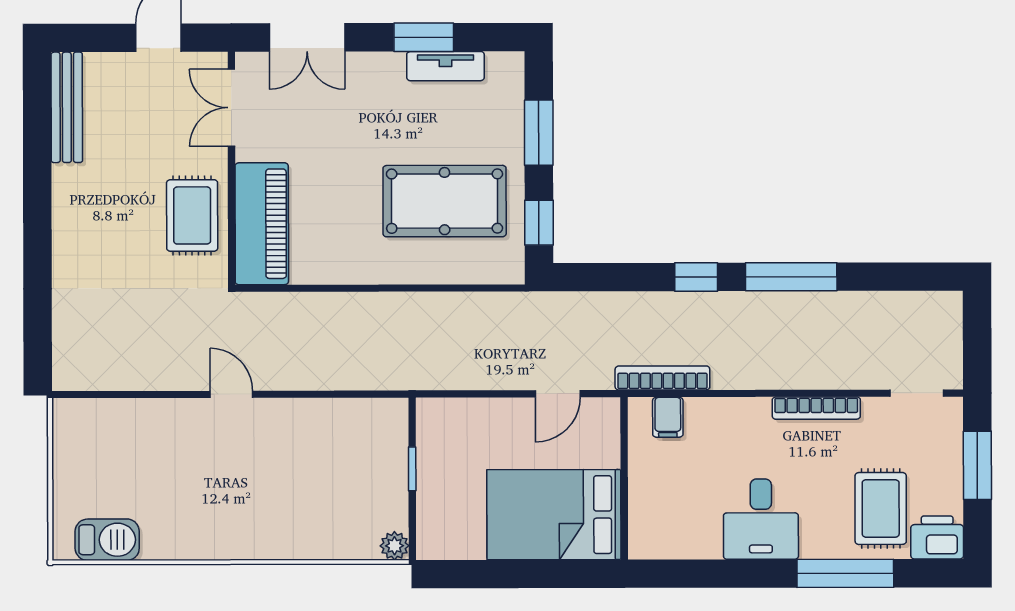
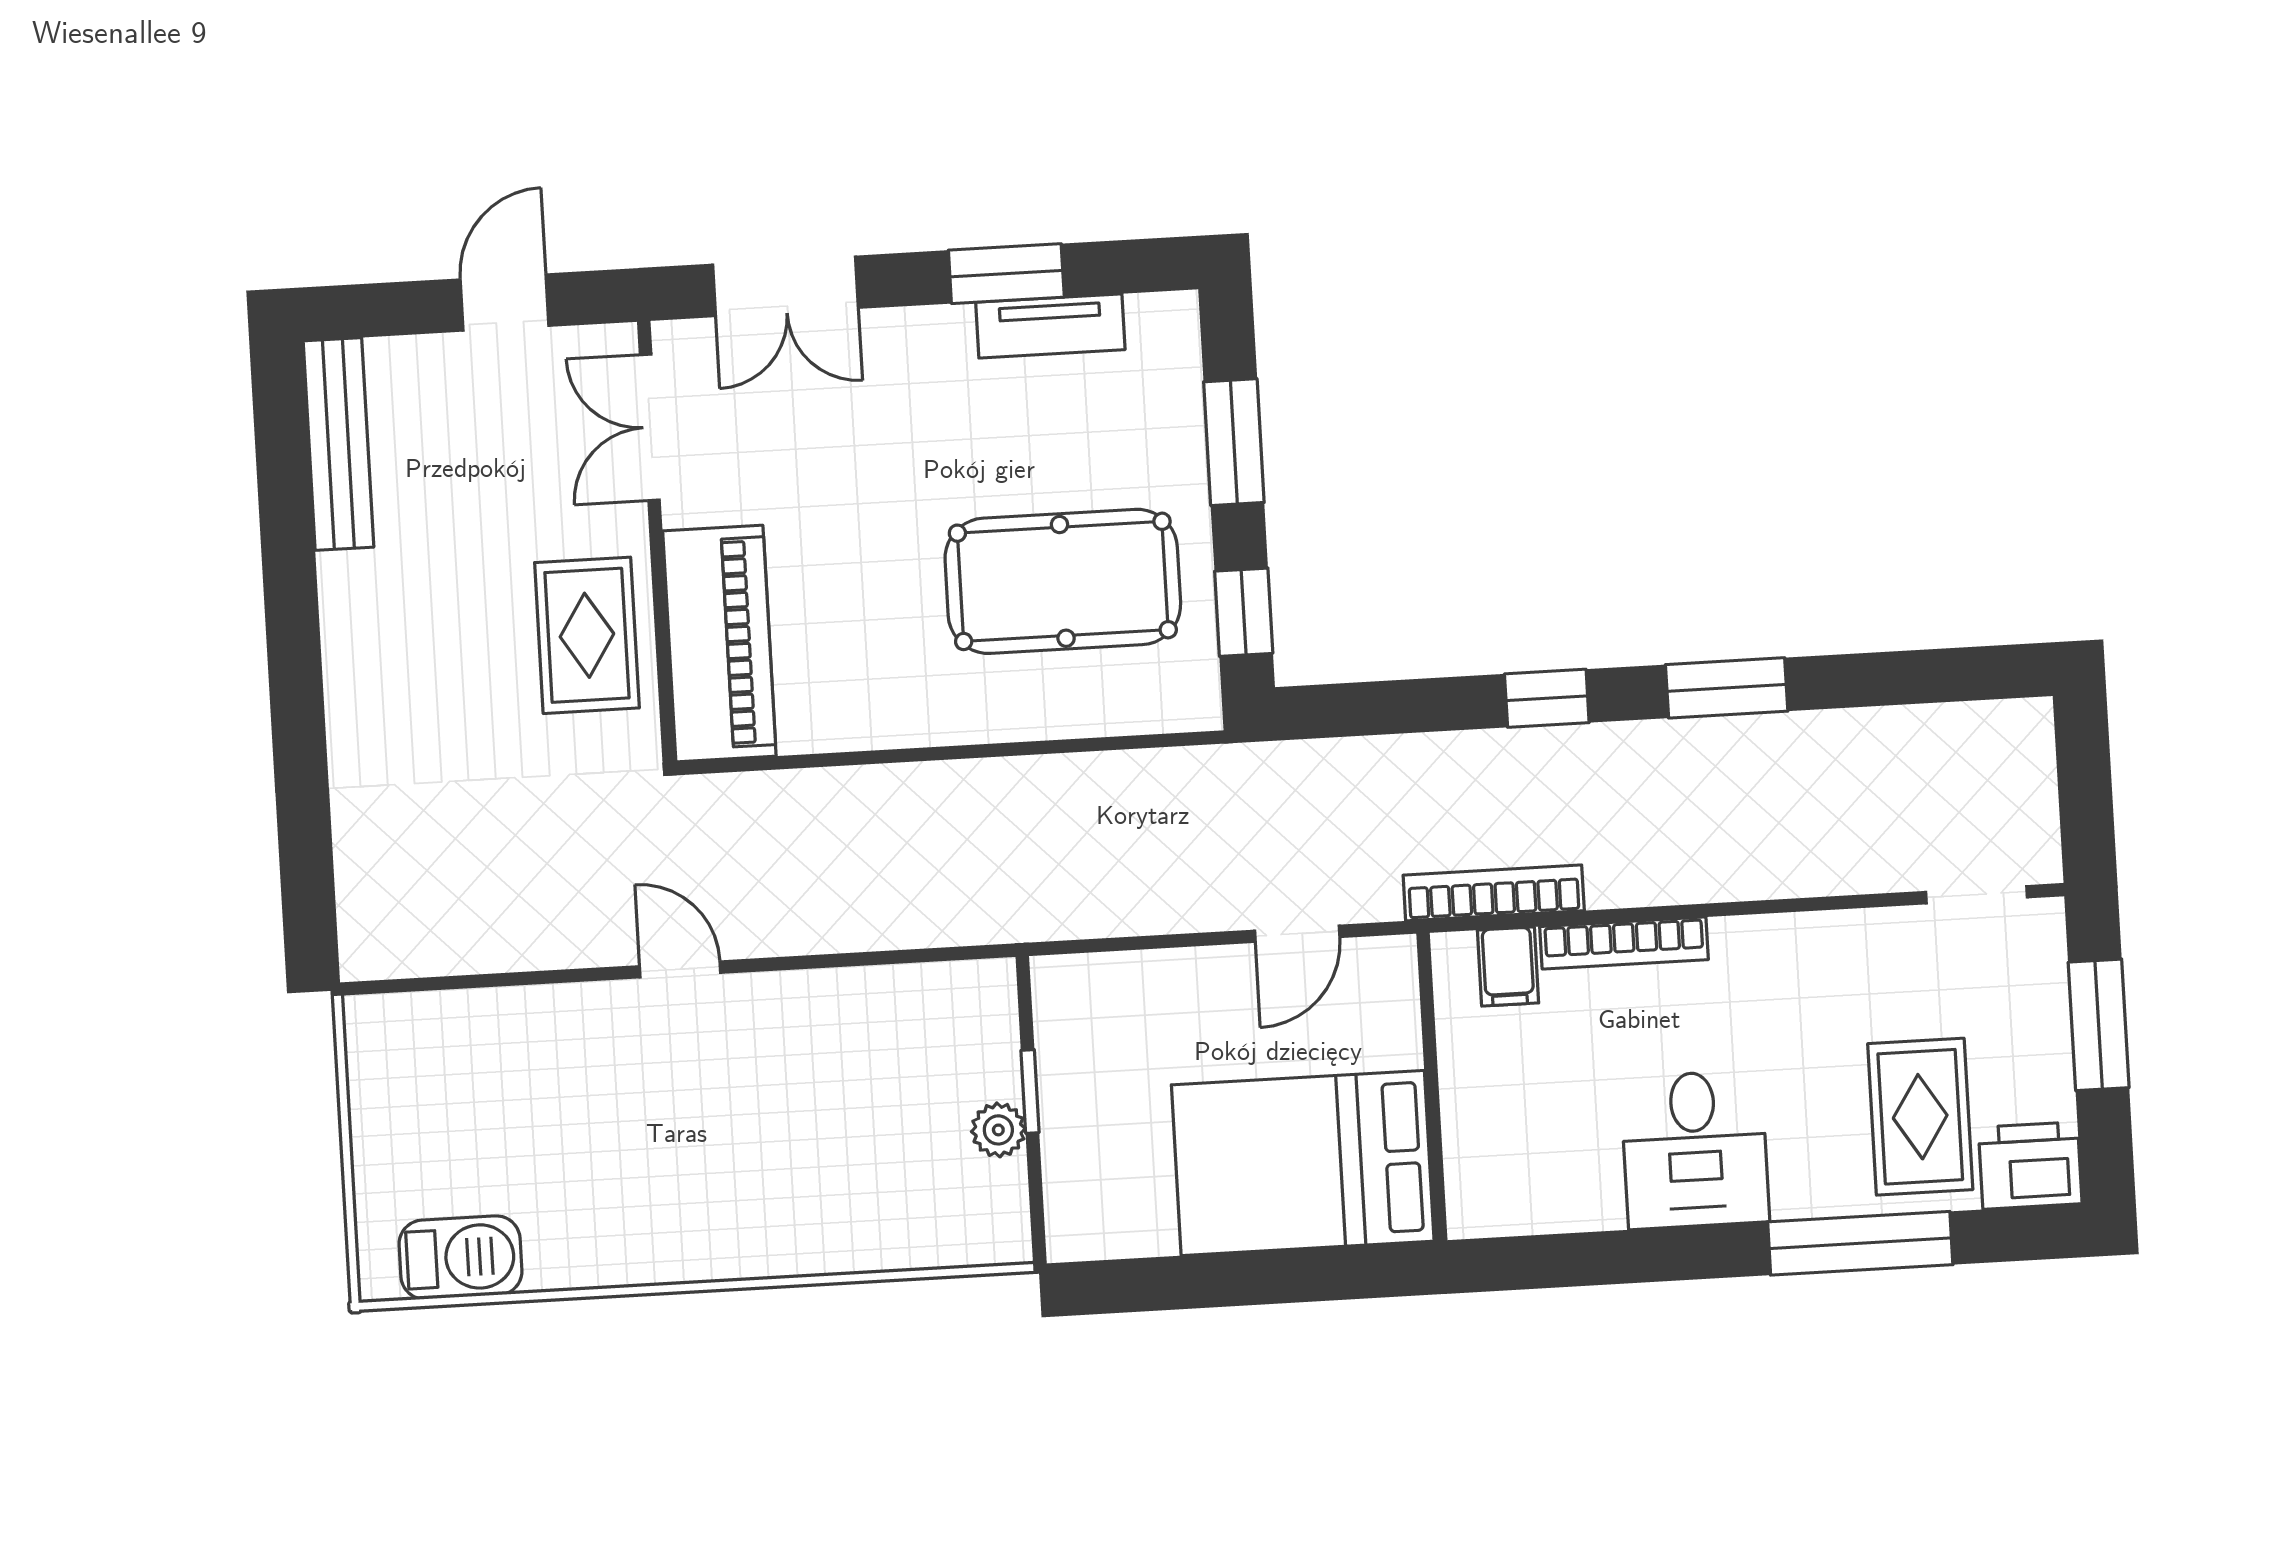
window: (791, 277) -> (1727, 688), width x0.69
bookcase: (816, 408) -> (1624, 943), moved
plant: (394, 546) -> (998, 1130), moved

